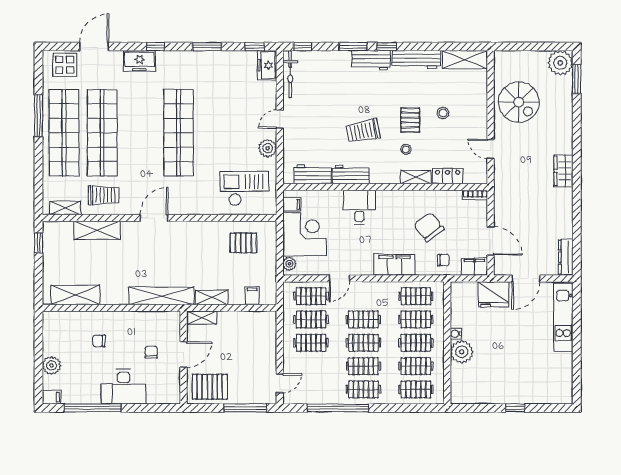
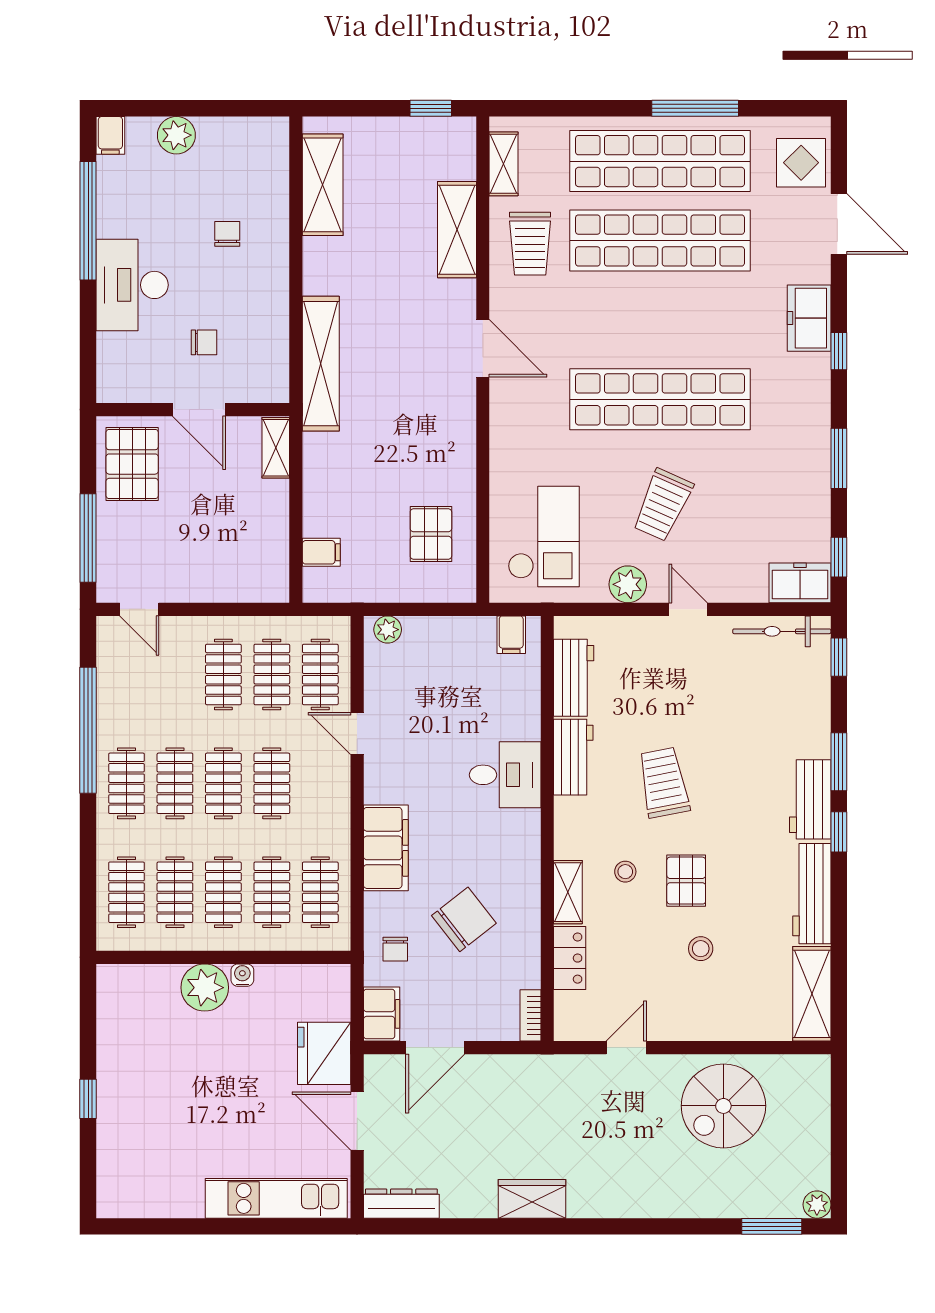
plant: (560, 63) -> (817, 1205), width x0.53, depth x0.53
pallet: (410, 120) -> (686, 881), turned 90
trolley: (229, 131) -> (663, 505), added
wardrobe: (563, 171) -> (532, 1199), moved
corner desk: (305, 234) -> (449, 661), removed
shelving: (211, 297) -> (318, 468), removed

